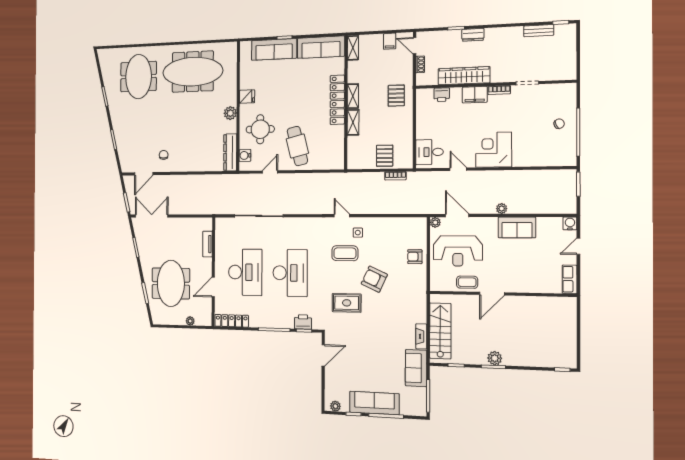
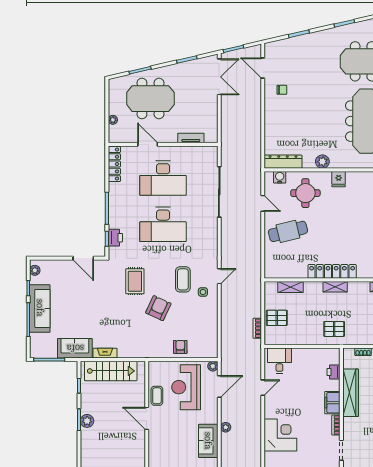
shelving: (353, 122) -> (290, 287), moved
corner desk: (494, 150) -> (280, 435), moved

